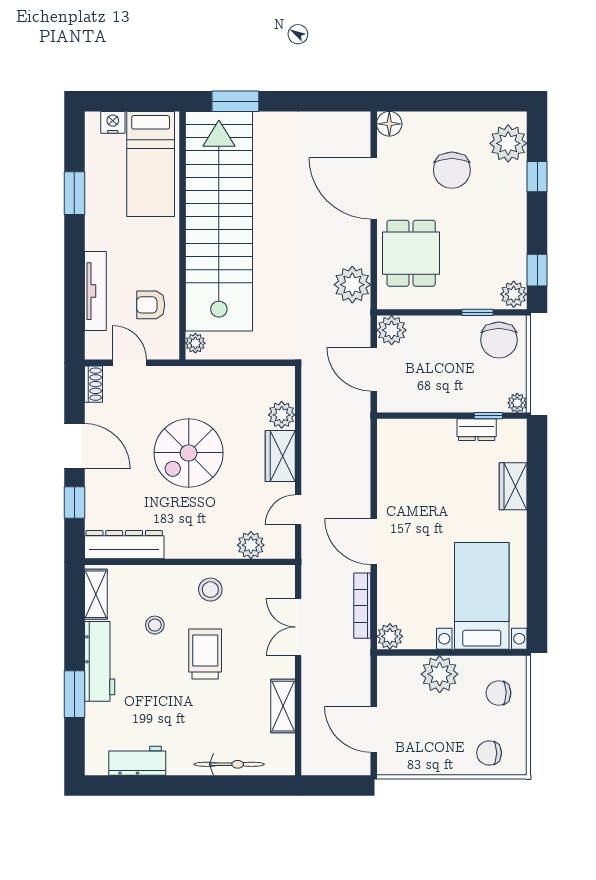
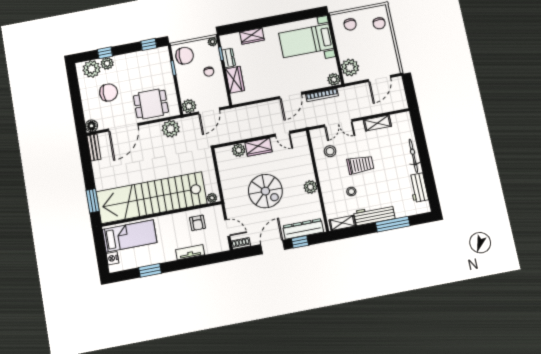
bench: (344, 122) -> (94, 147), added
tv unit: (95, 291) -> (190, 252), width x0.71
plant: (514, 294) -> (107, 63), moved
door: (130, 363) -> (227, 228), swing flipped
chair: (456, 384) -> (209, 72), added
wardrobe: (428, 434) -> (235, 80), added
dresser: (124, 545) -> (303, 229), moved, turned 90
plant: (251, 545) -> (310, 187), moved
stool: (210, 590) -> (330, 151), moved
trolley: (205, 654) -> (360, 165), turned 180
plant: (440, 674) -> (350, 67), moved
window: (74, 694) -> (393, 224), width x1.44
bicycle: (229, 764) -> (413, 156), moved

